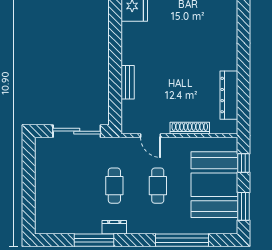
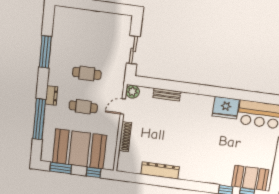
dresser: (229, 95) -> (160, 171), moved
plant: (130, 126) -> (133, 92), added
sliding door: (77, 131) -> (133, 50), width x0.73
dresser: (114, 227) -> (51, 95), moved

